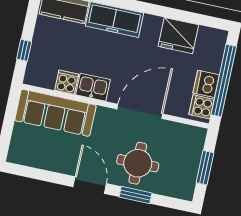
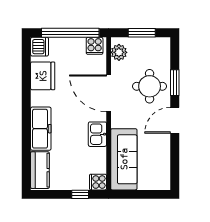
cooker: (67, 82) -> (98, 182), moved
dishwasher: (206, 84) -> (40, 47), moved, turned -90
plant: (187, 135) -> (119, 52), added

